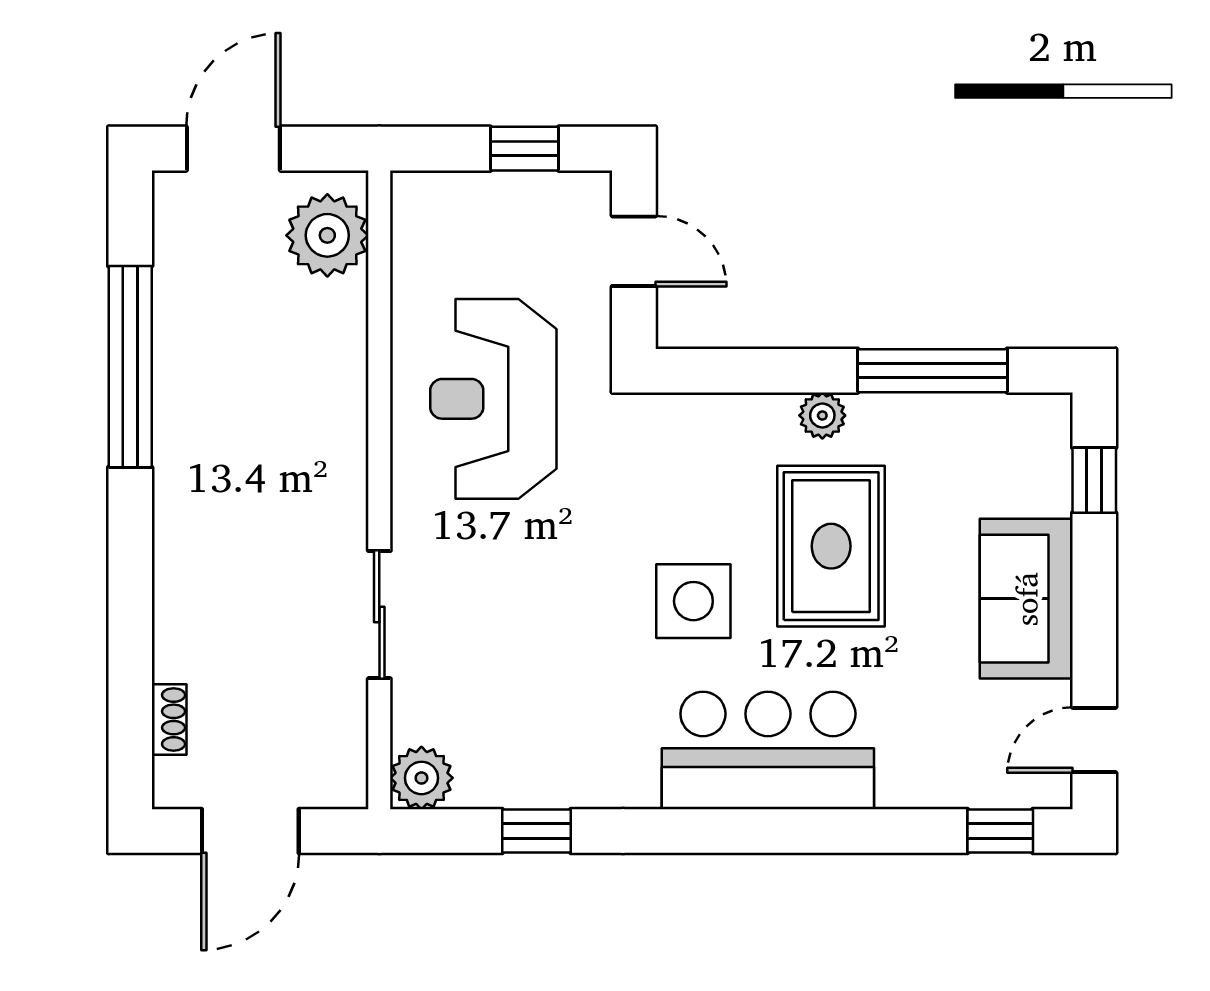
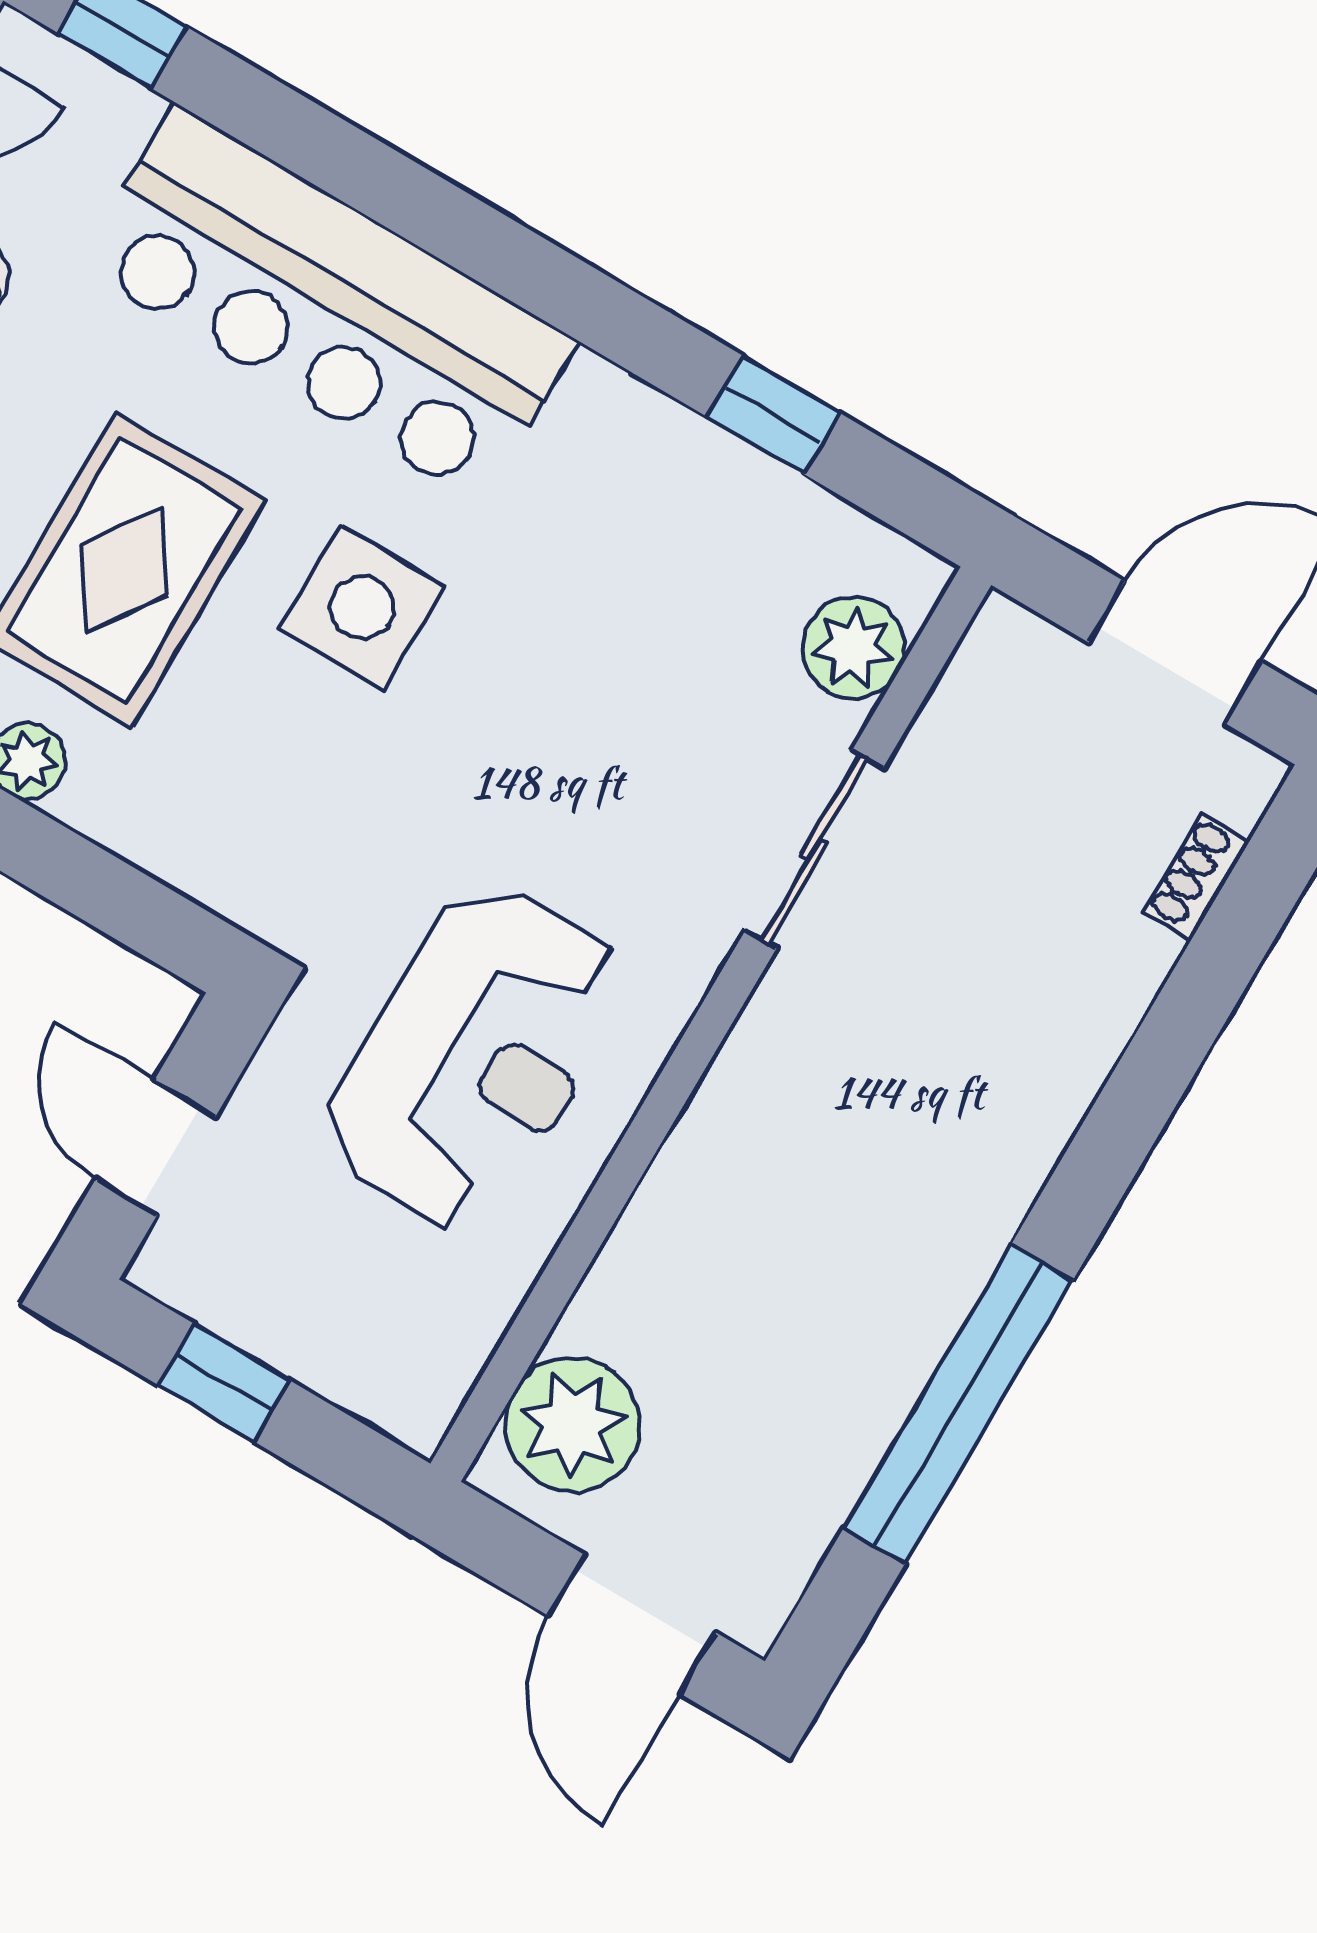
door: (233, 149) -> (632, 1624), hinge flipped
bar counter: (768, 750) -> (328, 304), width x1.36
plant: (421, 778) -> (854, 648), moved

